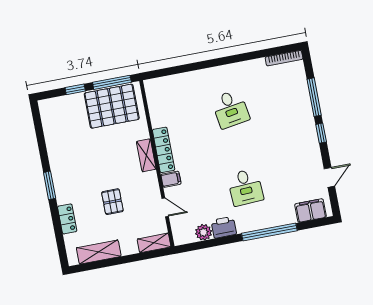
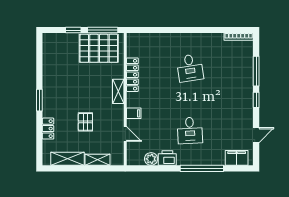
locker: (164, 150) -> (132, 75), moved
shelving: (154, 243) -> (97, 160), moved

